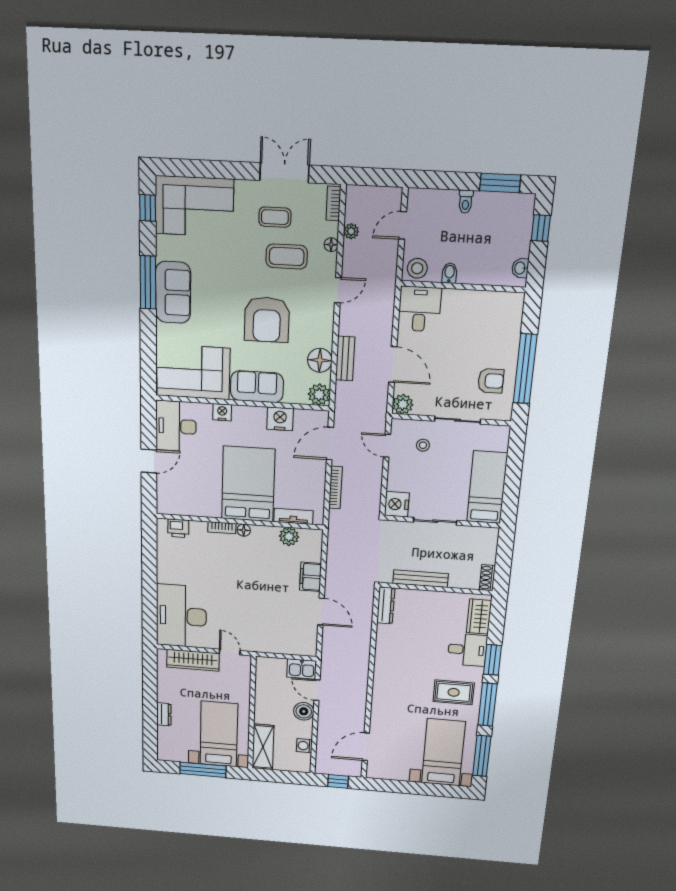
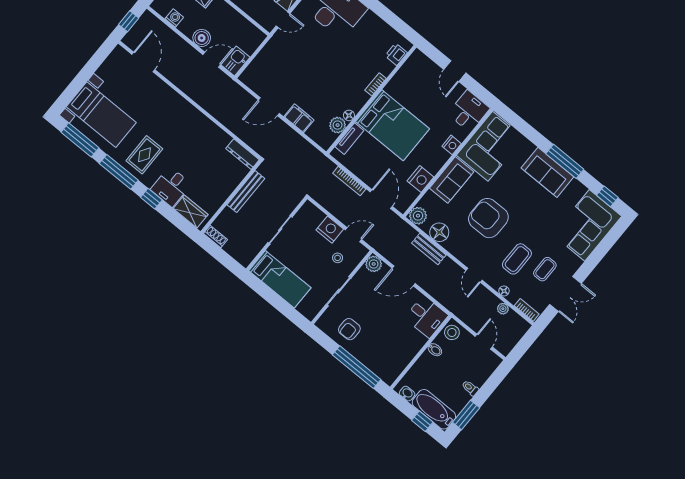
bathtub: (518, 225) -> (434, 409), added
window: (525, 369) -> (357, 367), moved
desk: (176, 426) -> (469, 111), width x0.73
nightstand: (397, 504) -> (330, 230), moved
floor lamp: (244, 530) -> (349, 115), moved
window: (492, 660) -> (151, 199), width x0.67

